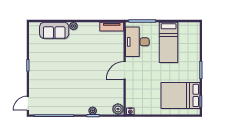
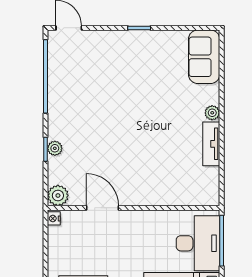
tv unit: (112, 27) -> (211, 144), moved
sofa: (54, 30) -> (204, 57), moved
desk: (137, 42) -> (198, 243), moved, turned 90
door: (125, 70) -> (103, 208), moved

